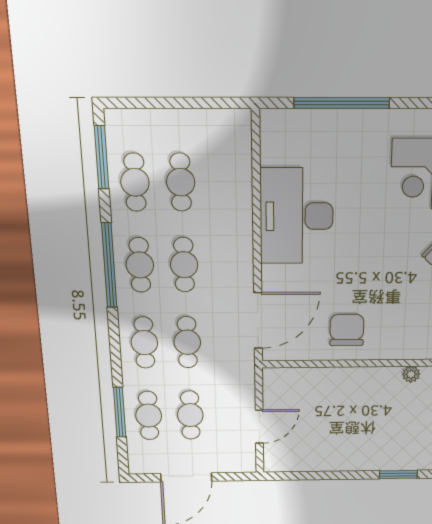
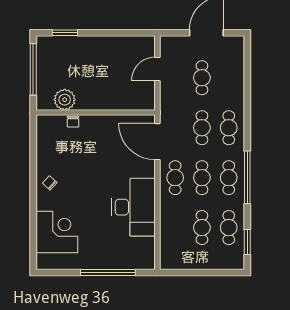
window: (102, 157) -> (247, 242), width x0.69
door: (258, 321) -> (157, 142), hinge flipped
chair: (347, 330) -> (73, 122), moved, width x0.54, depth x0.54
plant: (411, 374) -> (65, 100), width x1.87, depth x1.87
window: (120, 412) -> (247, 80), removed
cafe table: (149, 416) -> (175, 178), moved

